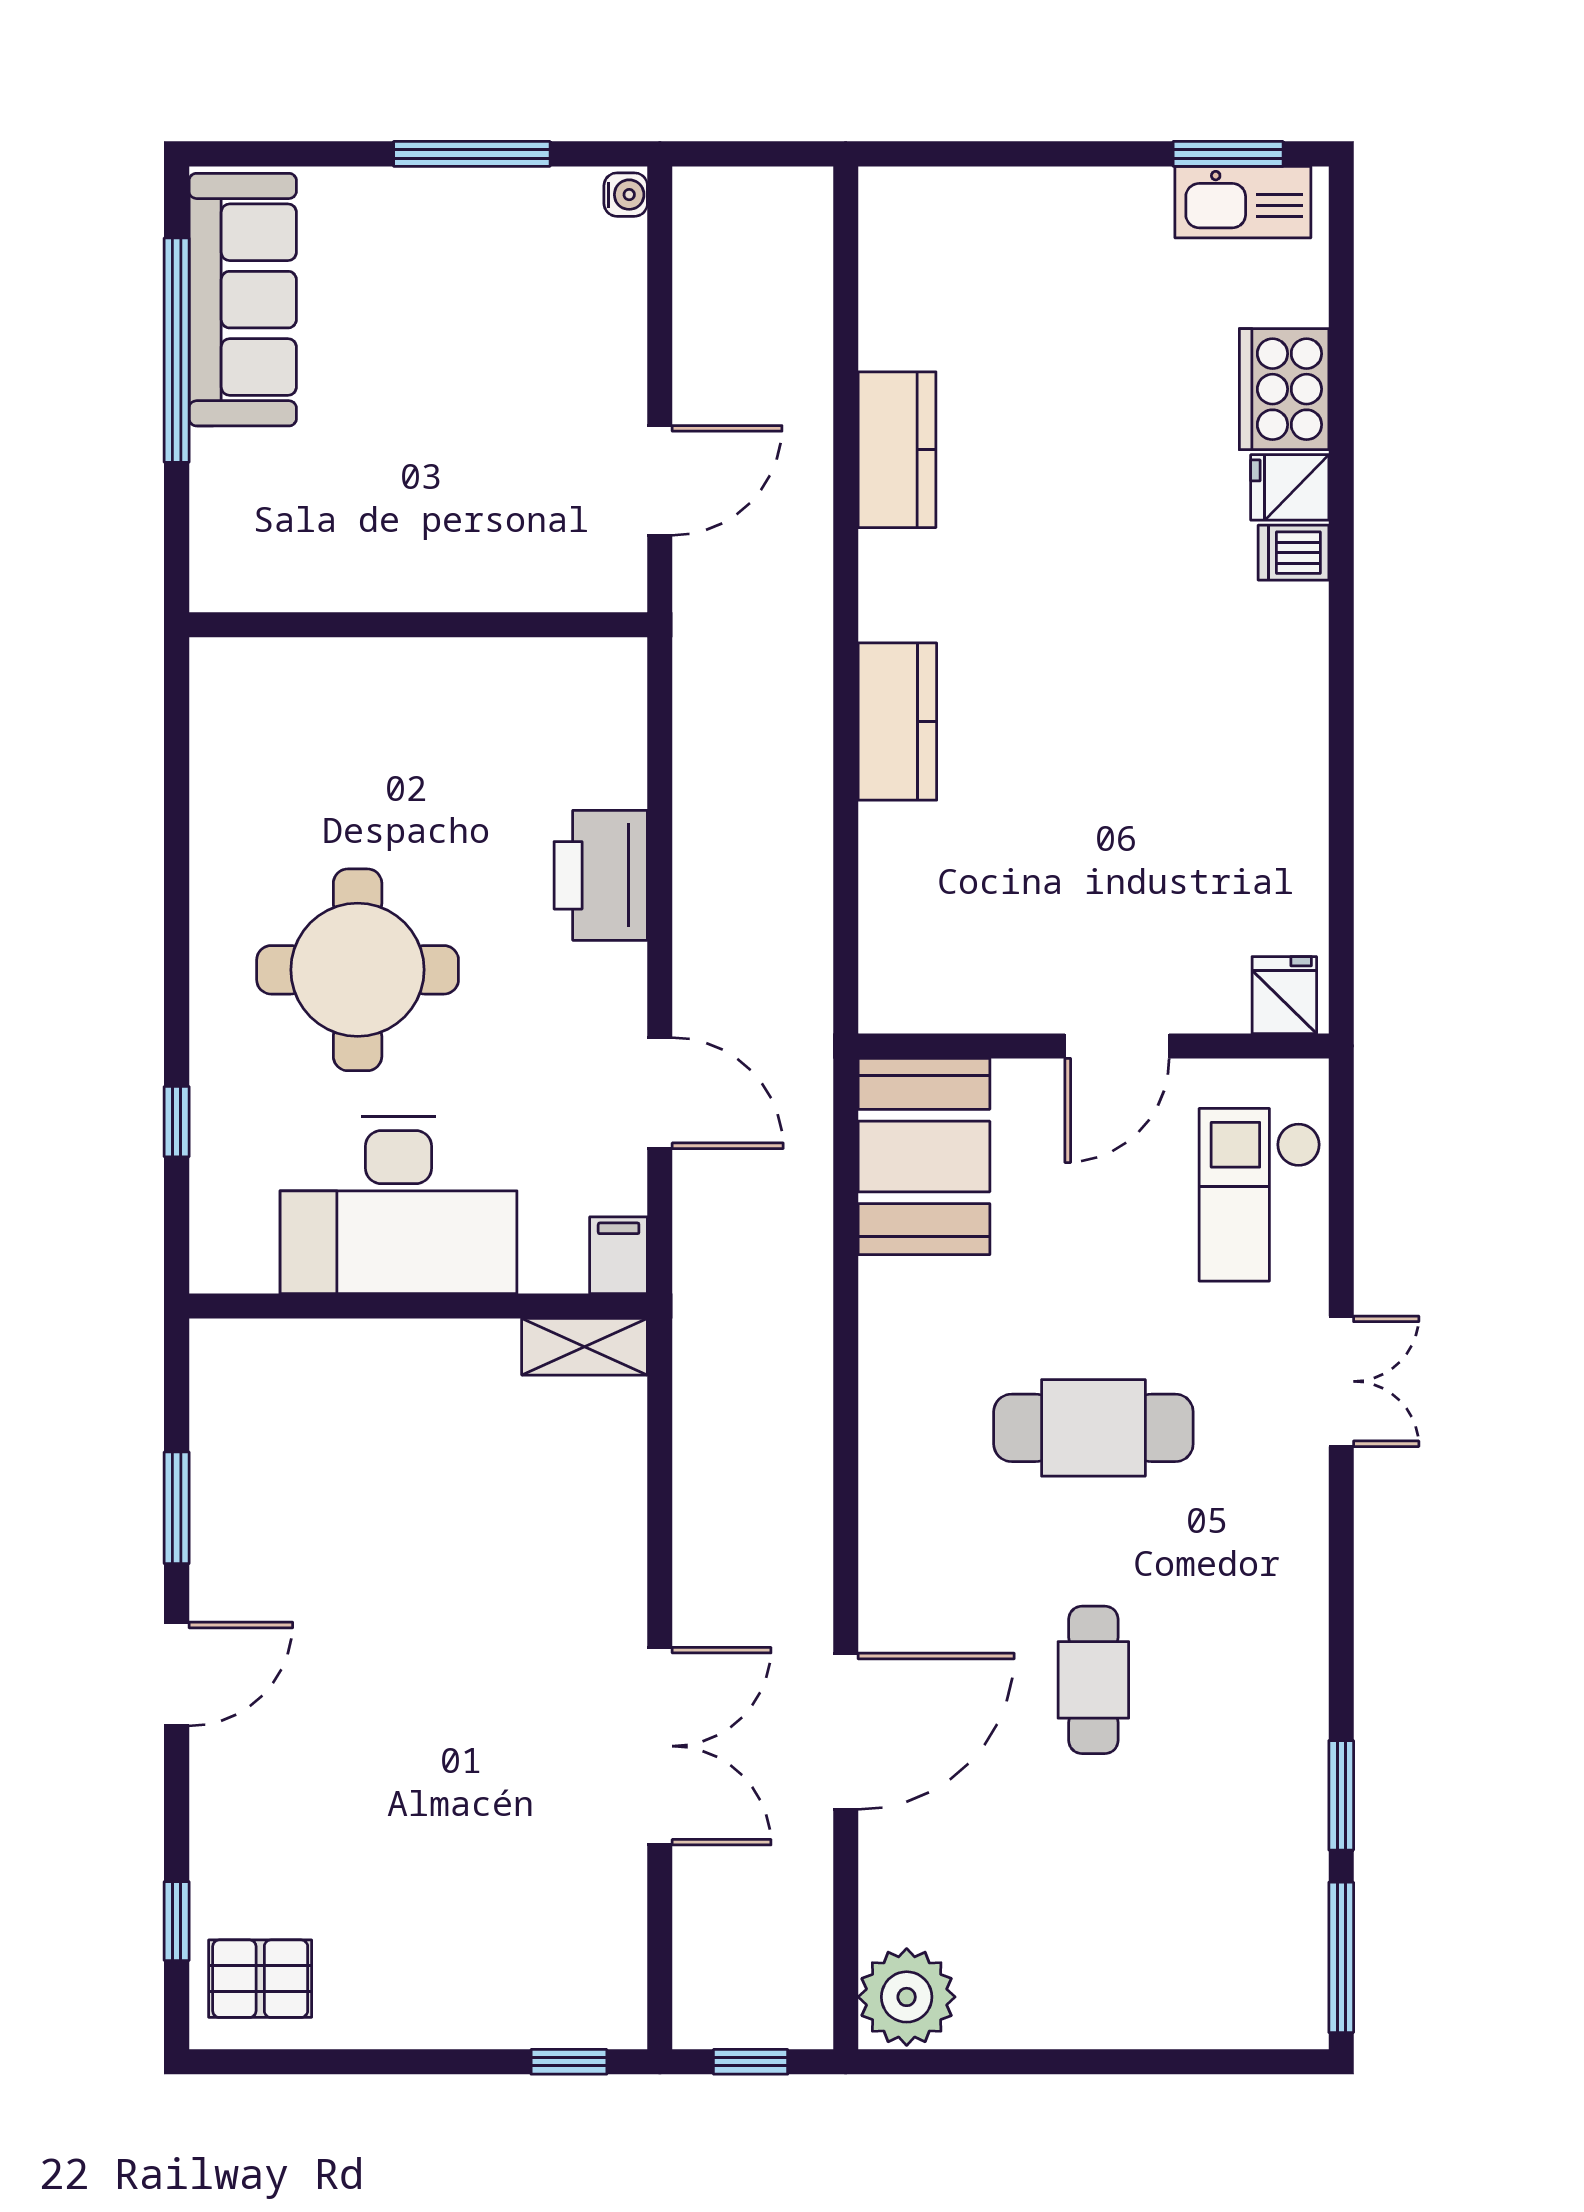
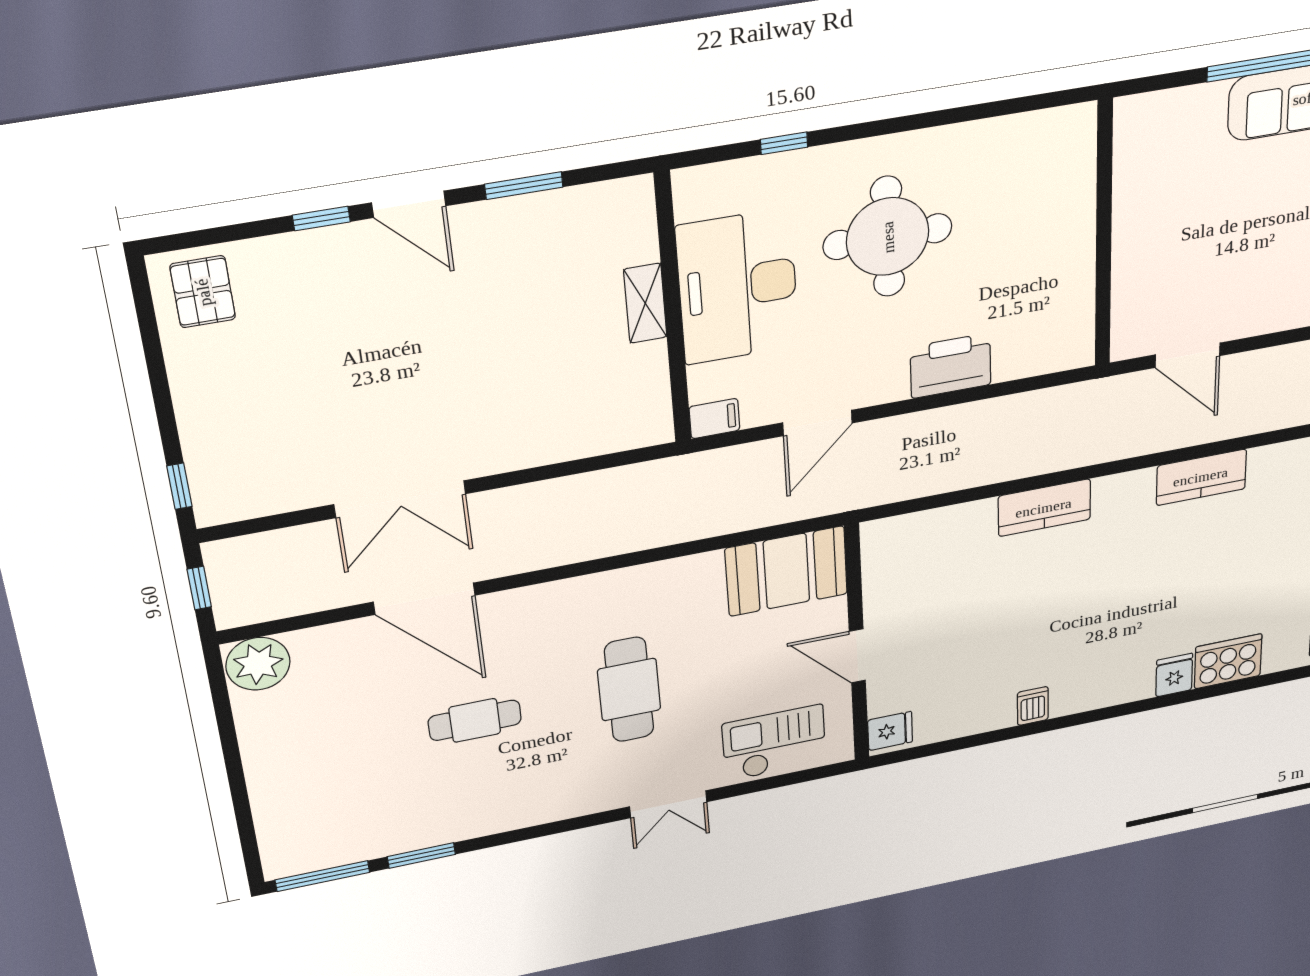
dishwasher: (1293, 553) -> (1033, 706), moved
shelving: (585, 1347) -> (645, 303), moved
window: (177, 1921) -> (321, 218), moved

